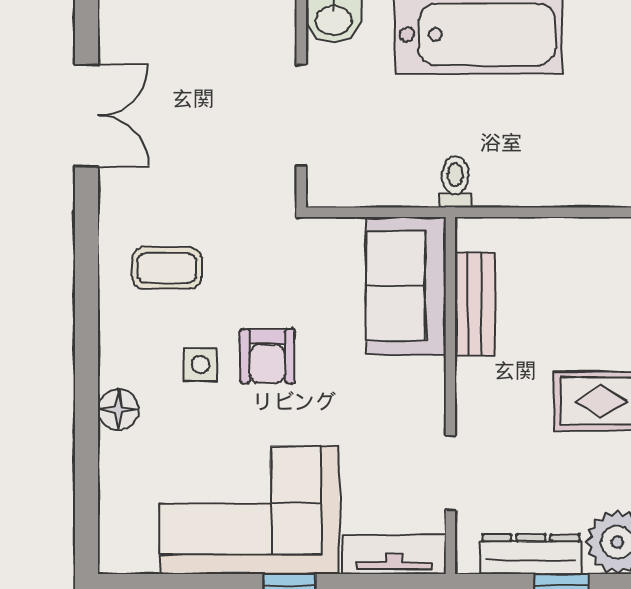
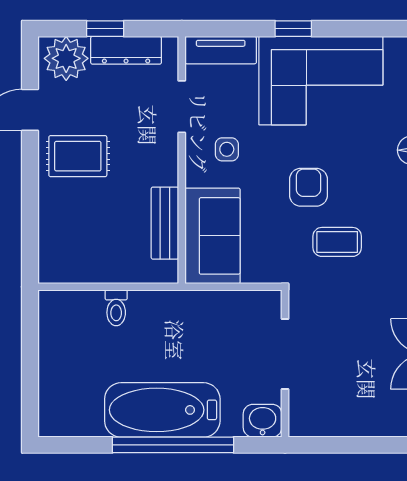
toilet: (455, 182) -> (116, 308), moved
coffee table: (167, 268) -> (337, 242), moved
side table: (201, 365) -> (227, 149), moved

